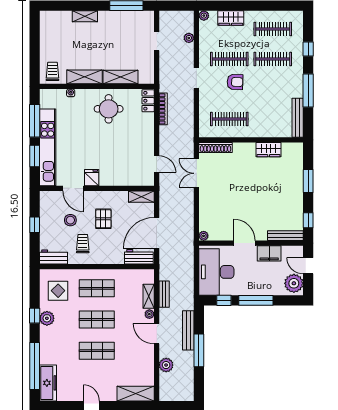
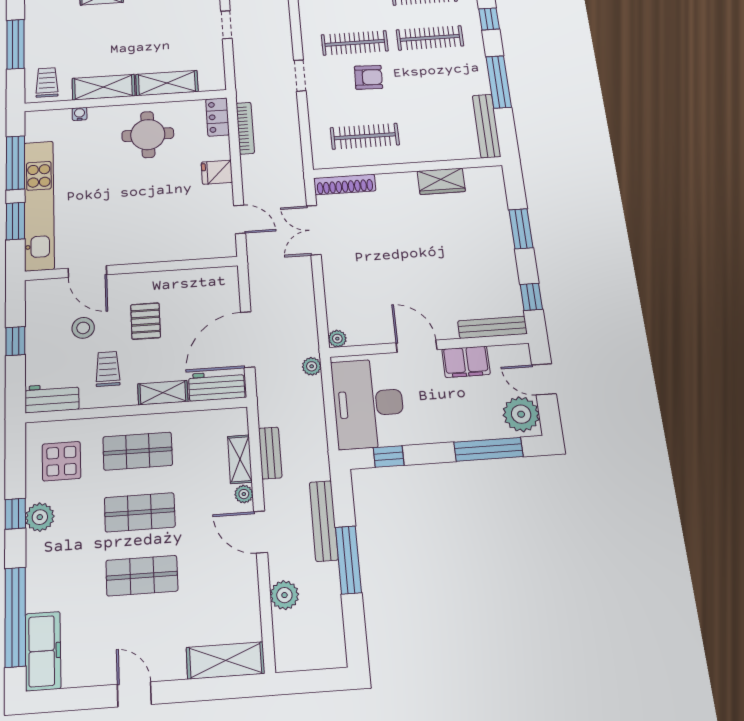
plant: (189, 38) -> (312, 366), moved
window: (35, 45) -> (15, 44), added
fridge: (92, 178) -> (217, 172), moved, turned -90
shelving: (141, 197) -> (163, 393), moved
window: (256, 300) -> (488, 449), moved

